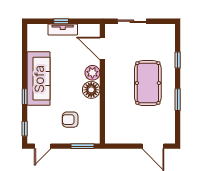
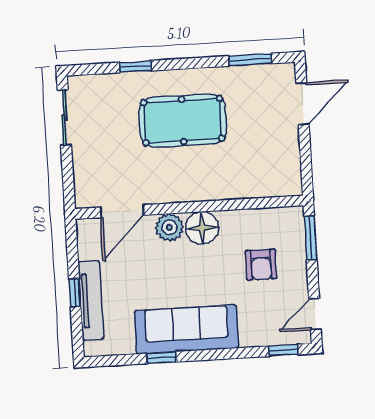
sliding door: (132, 21) -> (64, 118), moved
tv unit: (63, 29) -> (91, 300), width x1.41
window: (25, 97) -> (162, 358), moved
window: (178, 100) -> (250, 60), moved
door: (43, 146) -> (315, 314), swing flipped

